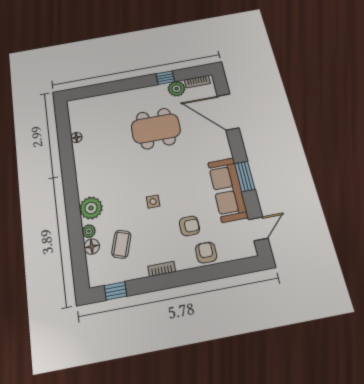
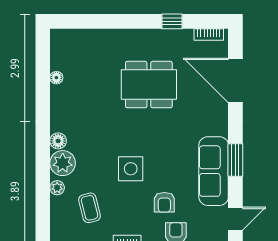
plant: (177, 89) -> (182, 39), removed
side table: (153, 201) -> (131, 169), width x1.87, depth x1.87
armchair: (189, 226) -> (164, 202), turned 90
coffee table: (121, 244) -> (90, 208), turned -32
floor lamp: (92, 247) -> (58, 141), moved

